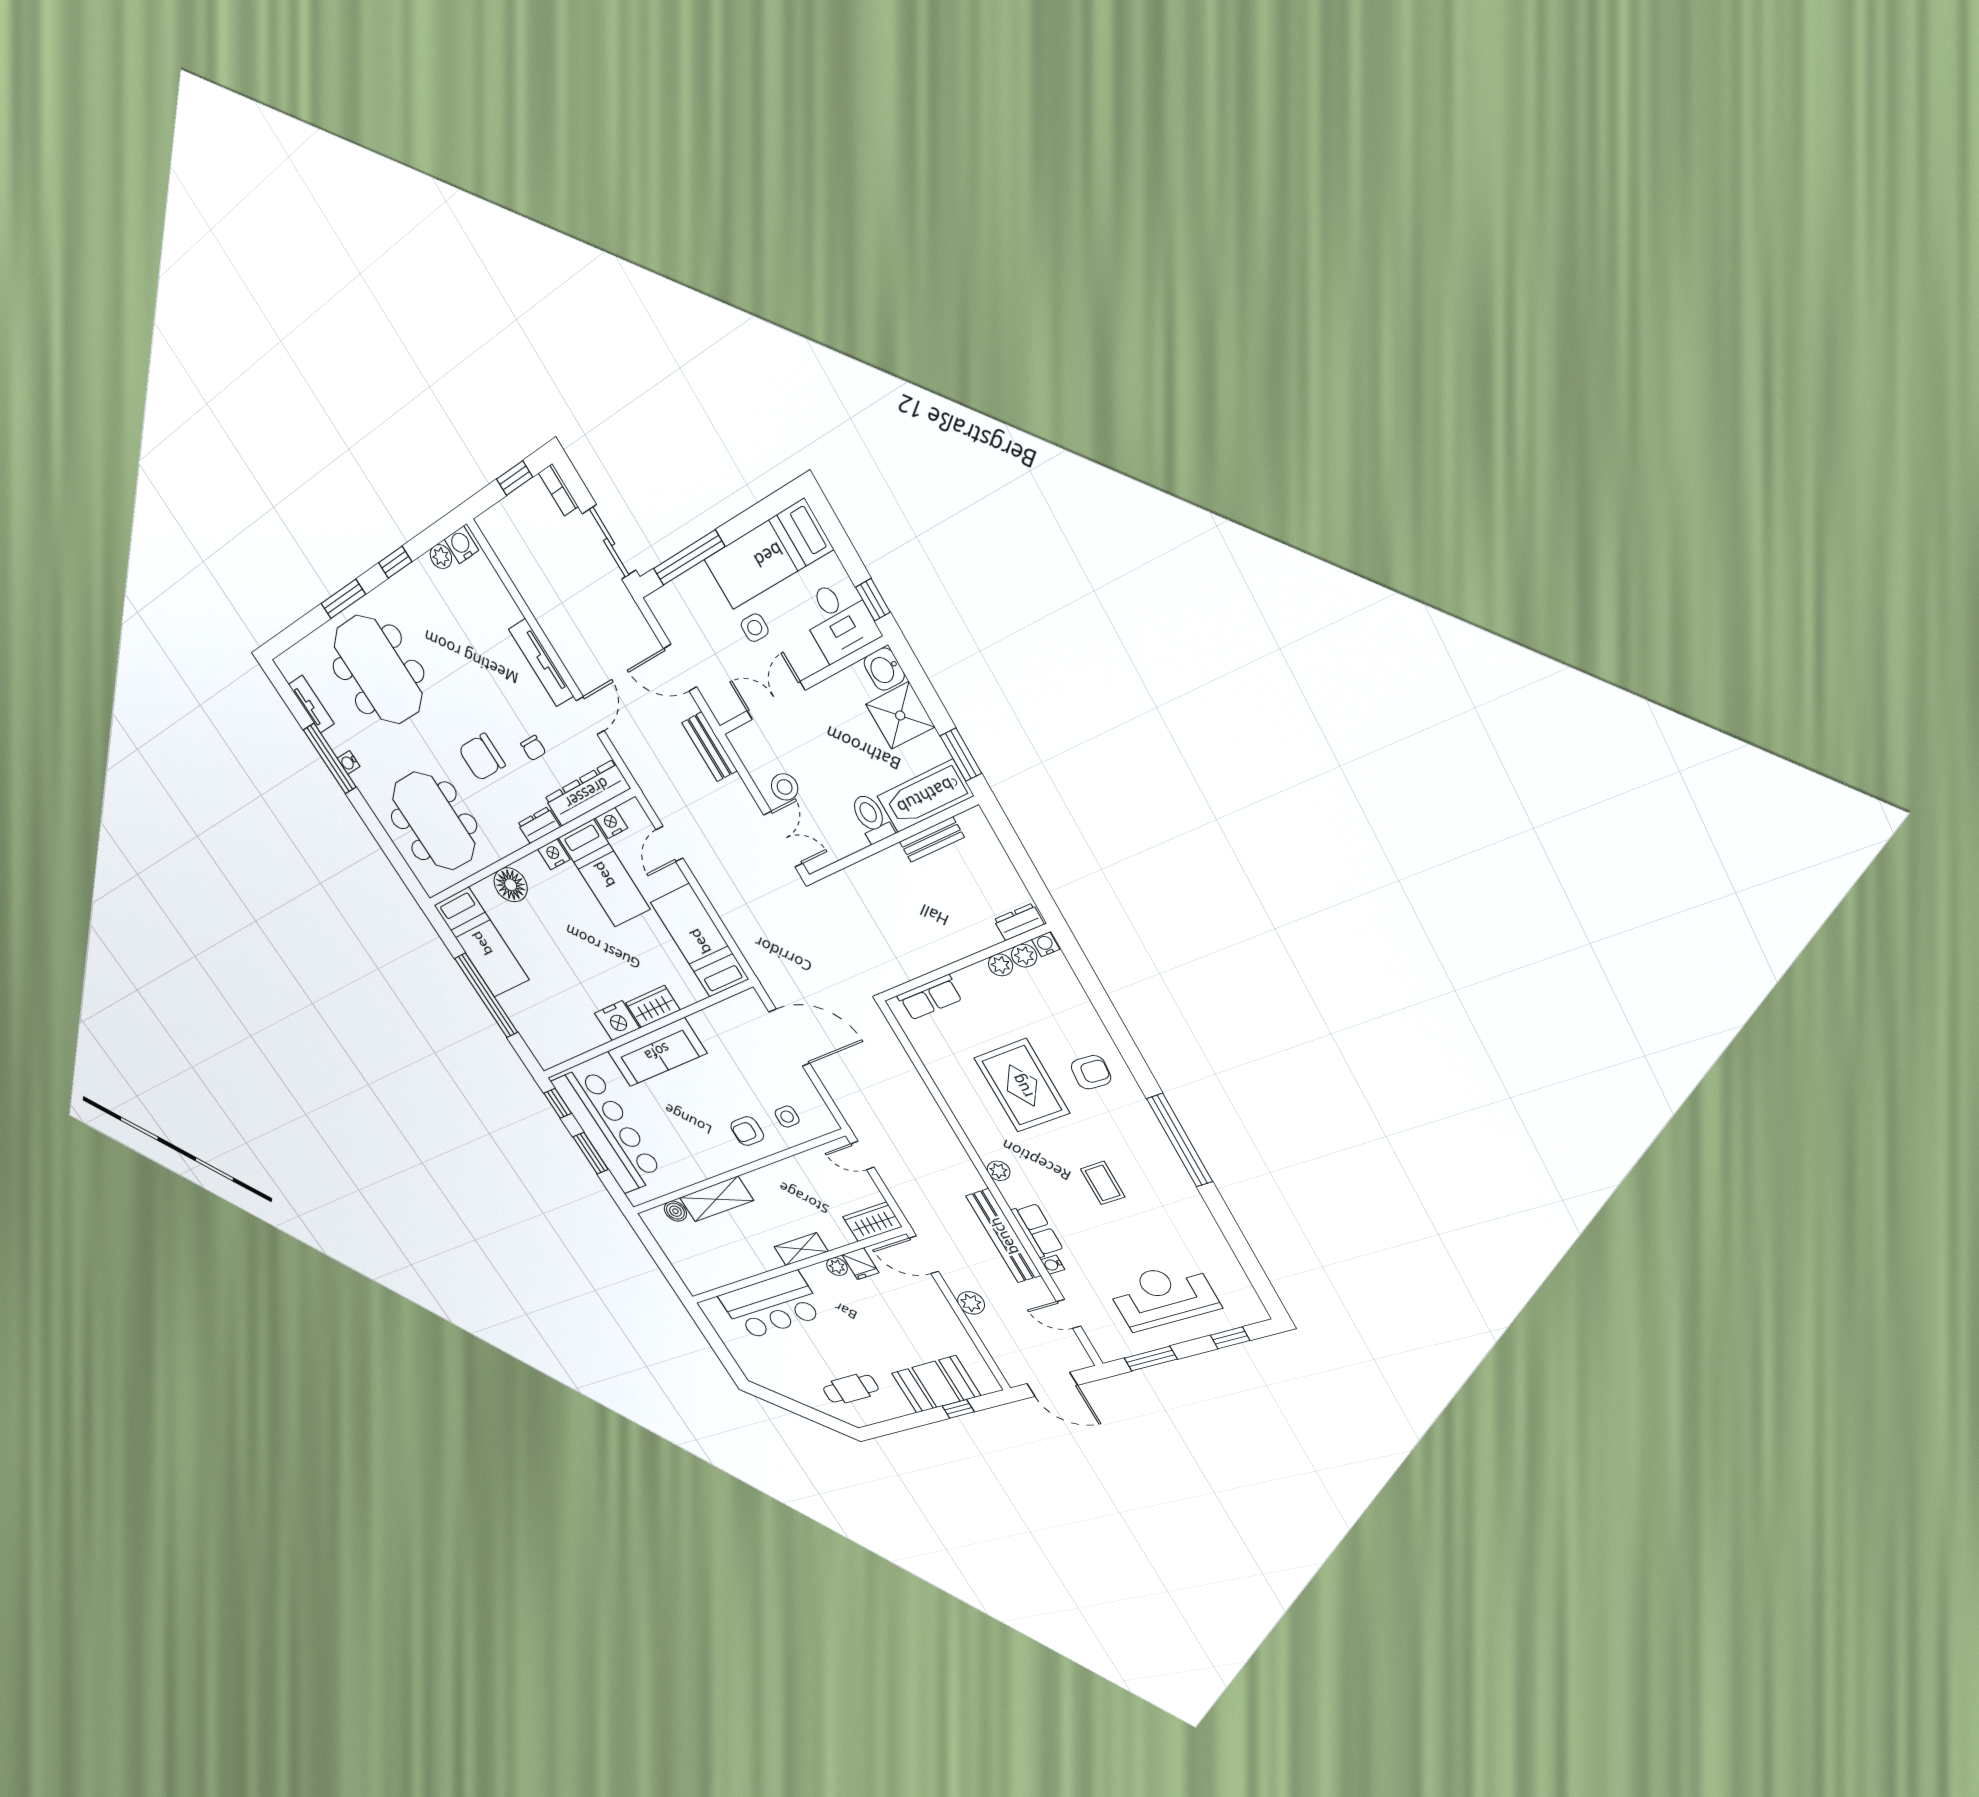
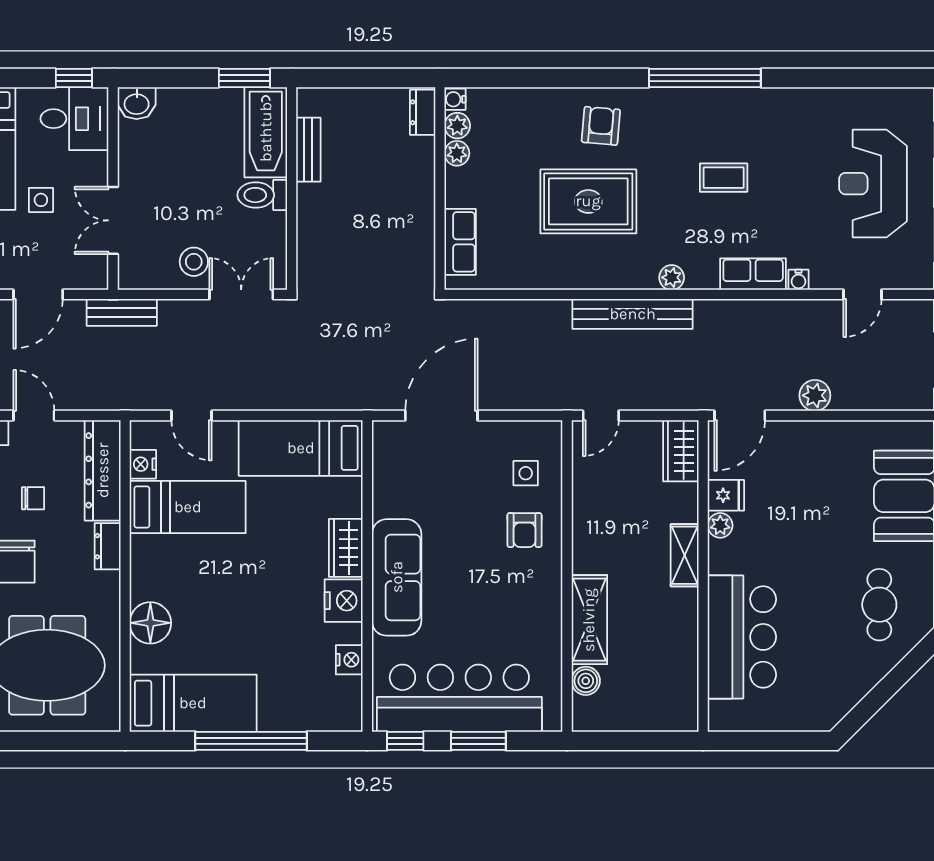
shower: (900, 715) -> (183, 113), removed
nightstand: (554, 854) -> (349, 660), moved, turned 180
bench: (1004, 1236) -> (633, 314), moved

